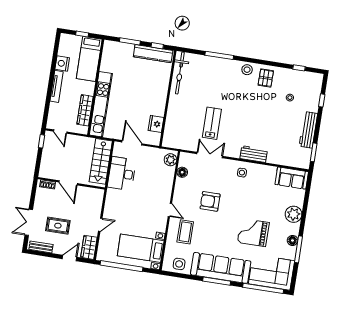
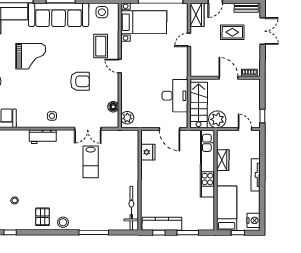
nightstand: (62, 63) -> (254, 220), moved
wardrobe: (85, 110) -> (223, 160), width x0.67
plant: (85, 145) -> (217, 119), added

